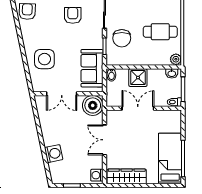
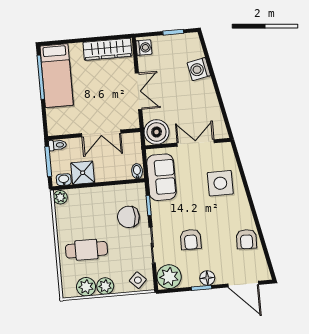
cafe table: (160, 32) -> (86, 250), moved
chair: (122, 38) -> (128, 217), turned -90
shower: (138, 78) -> (83, 173), moved

